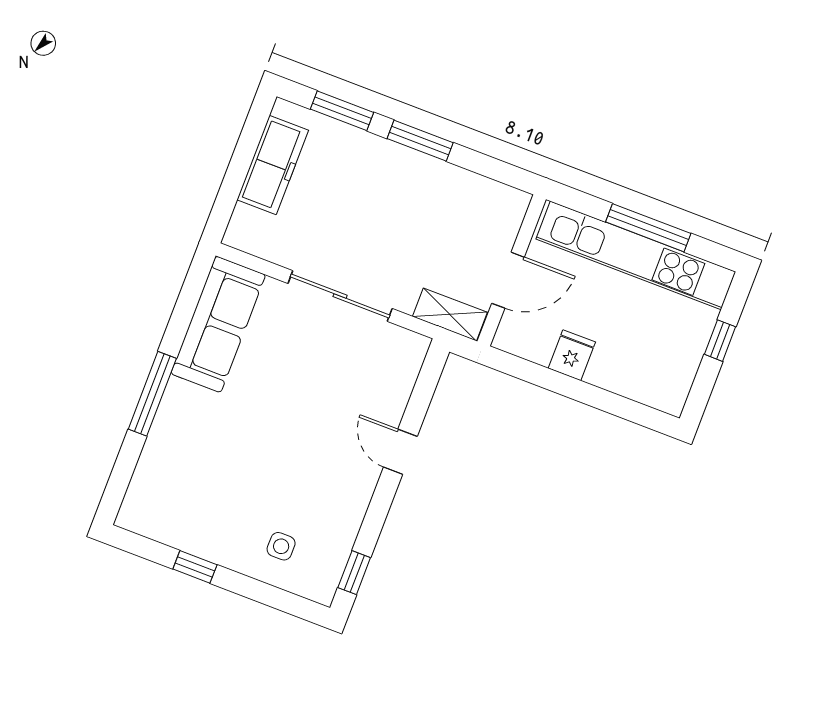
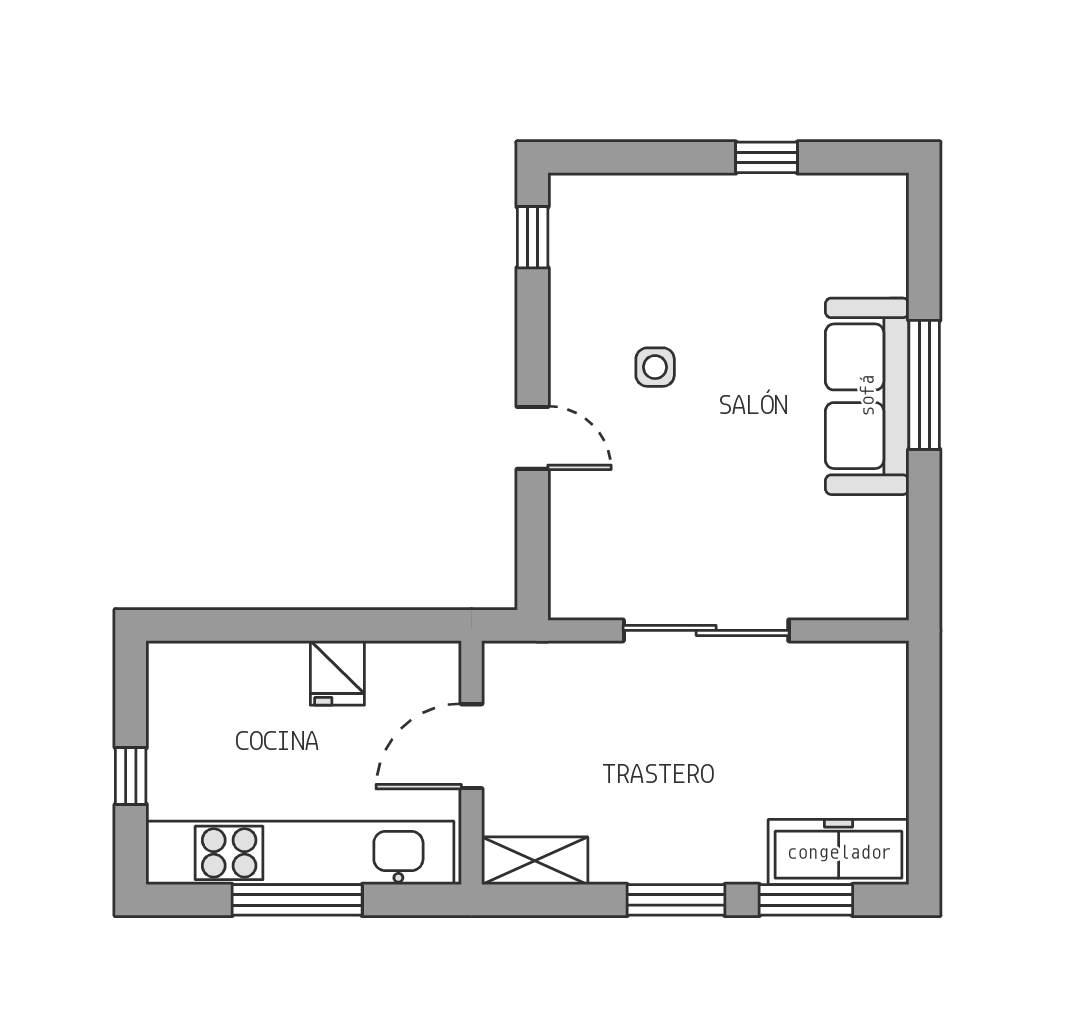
freezer: (273, 165) -> (839, 852), moved, turned 90
shelving: (450, 314) -> (535, 861), moved
sofa: (218, 324) -> (867, 396), moved
side table: (281, 546) -> (655, 367), moved

